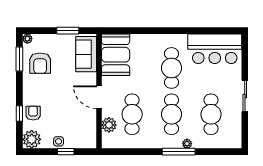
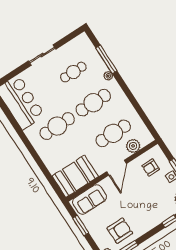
armchair: (33, 113) -> (151, 167), moved
cafe table: (211, 114) -> (73, 72), width x0.73, depth x0.74
window: (179, 152) -> (106, 59), moved

